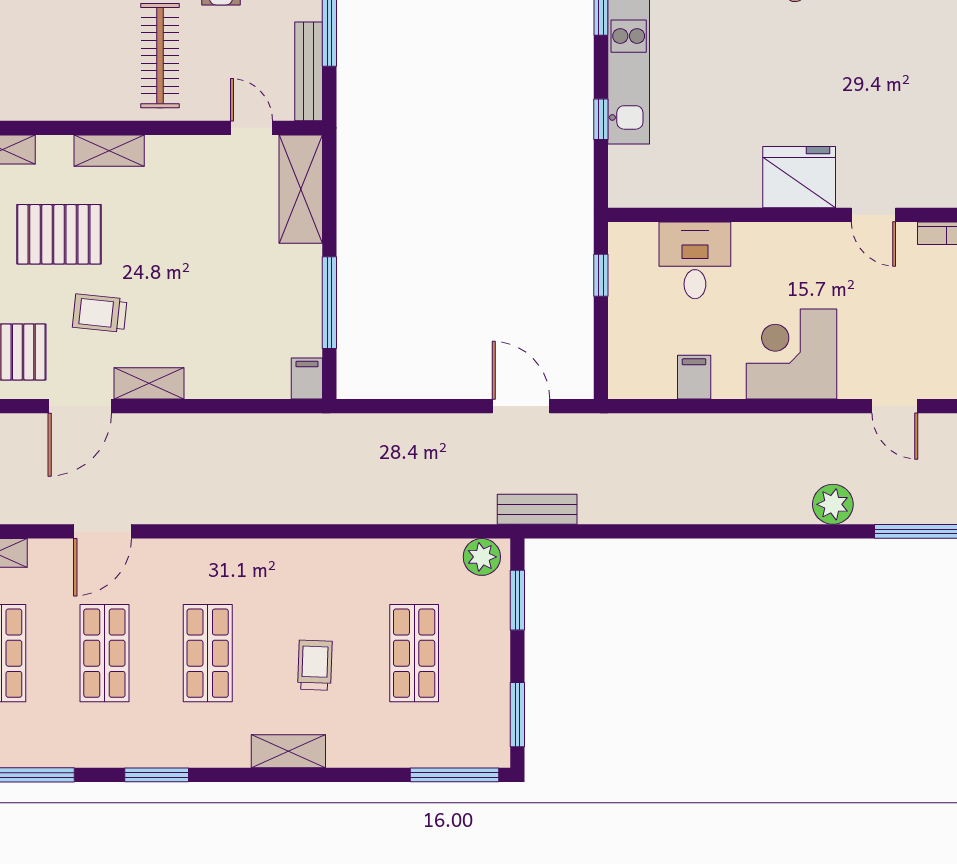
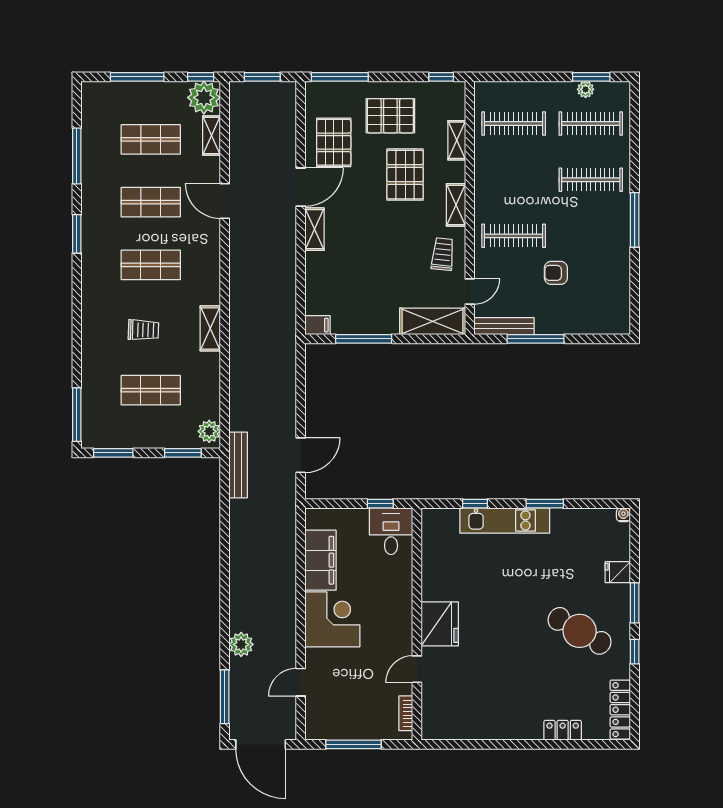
desk: (695, 260) -> (391, 531), moved, turned -90
trolley: (100, 313) -> (443, 254), moved
filing cabinet: (694, 377) -> (321, 560), width x3.00, depth x1.17
door: (80, 406) -> (301, 187), swing flipped
bench: (537, 509) -> (238, 465), width x1.36
shelving: (288, 751) -> (210, 328), moved

